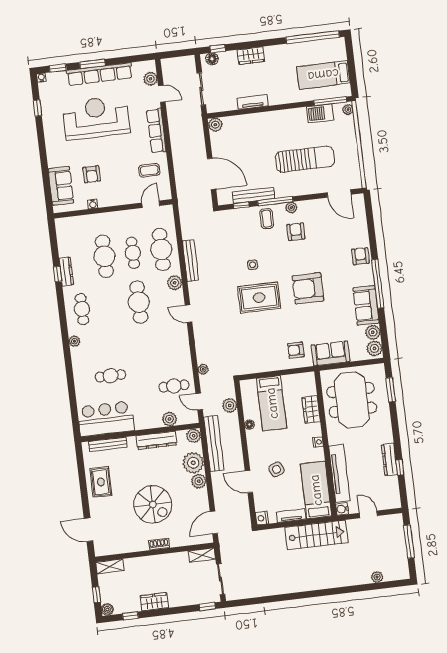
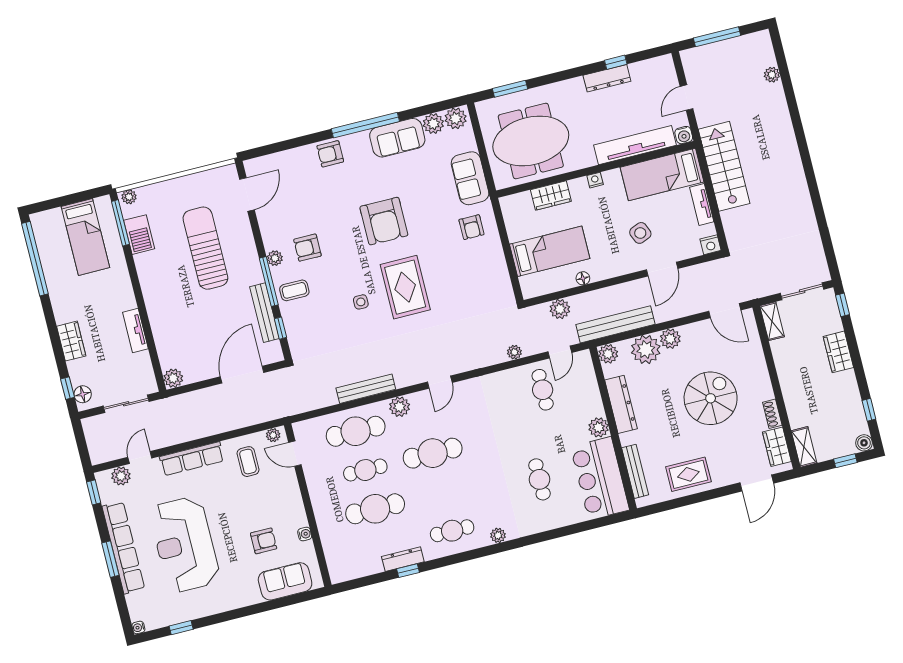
window: (58, 68) -> (94, 492), moved
plant: (166, 190) -> (273, 435), added
plant: (169, 419) -> (599, 427), moved
shoe rack: (159, 544) -> (772, 414), moved
wardrobe: (112, 547) -> (777, 447), added
wardrobe: (154, 602) -> (838, 352), moved

